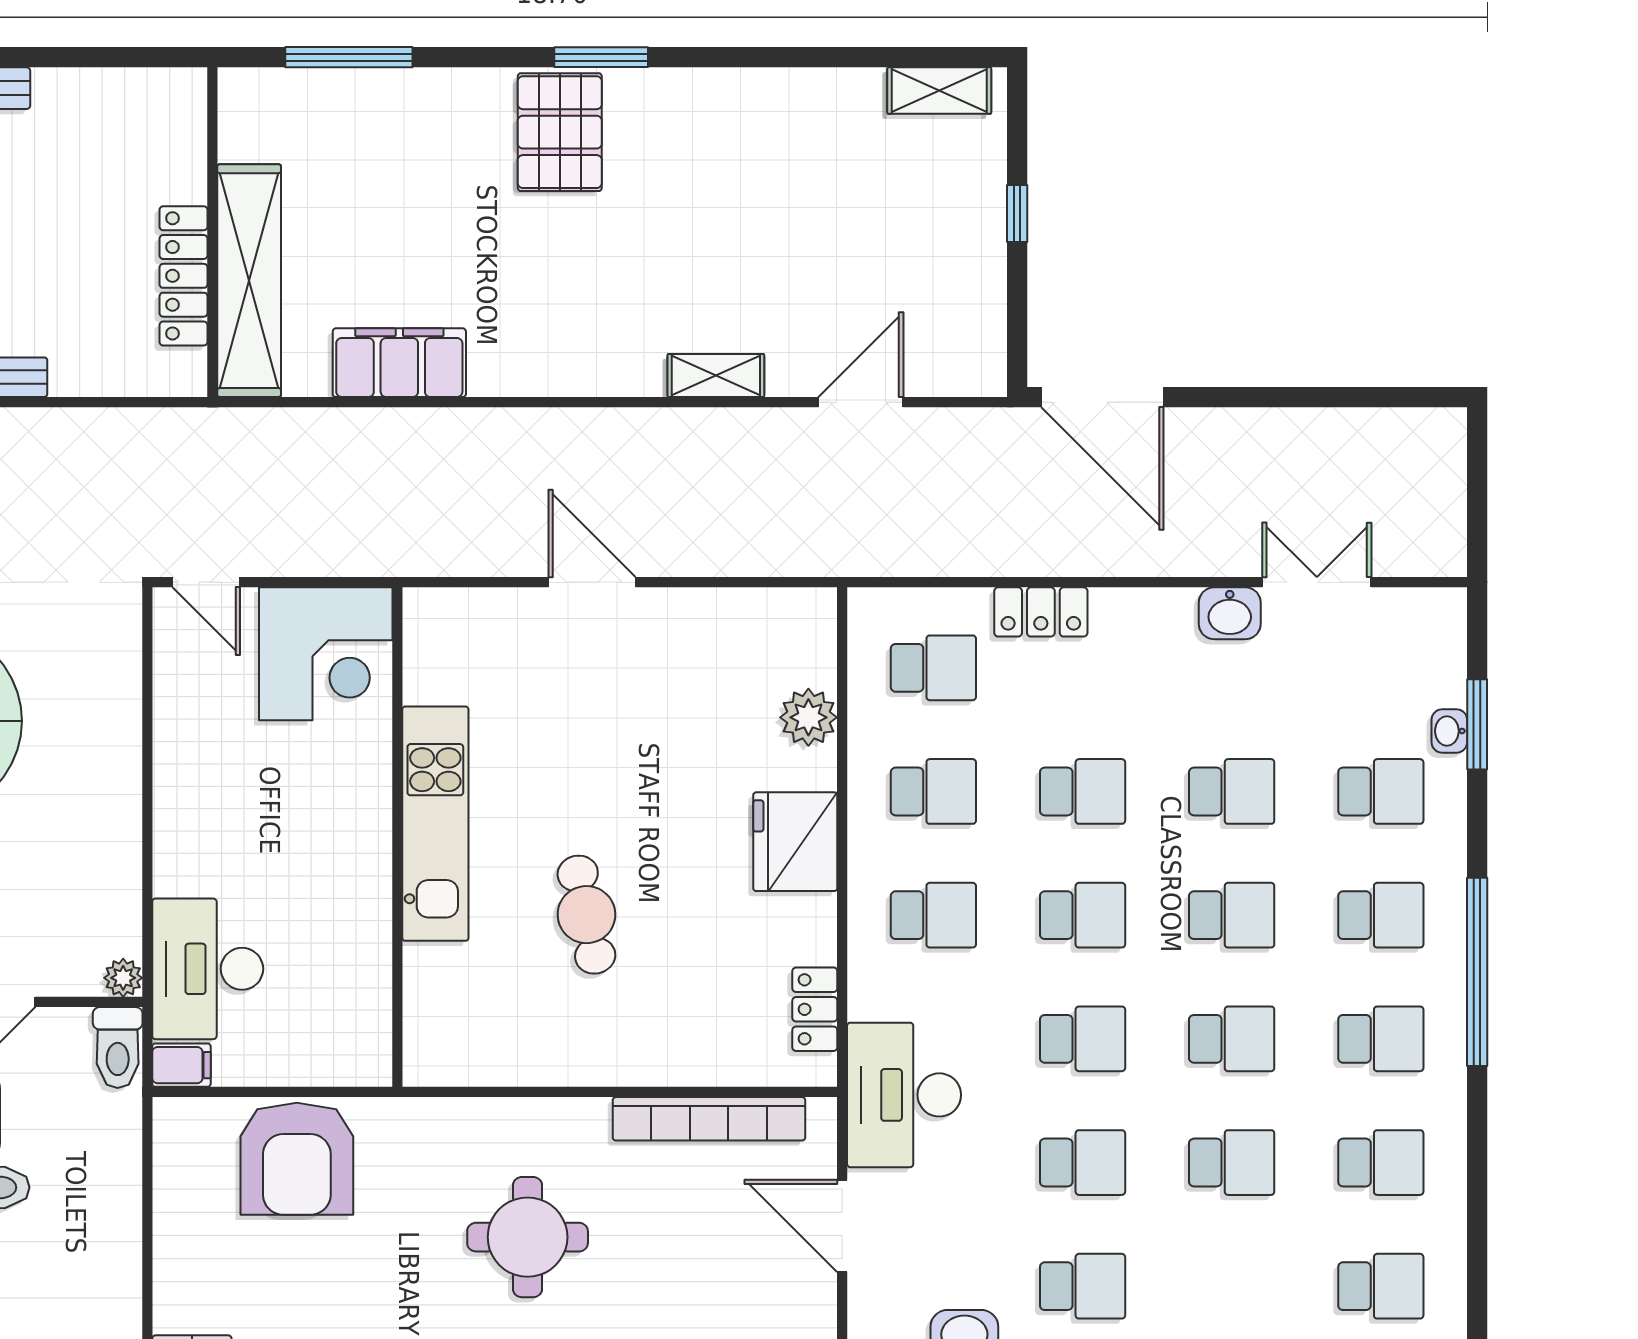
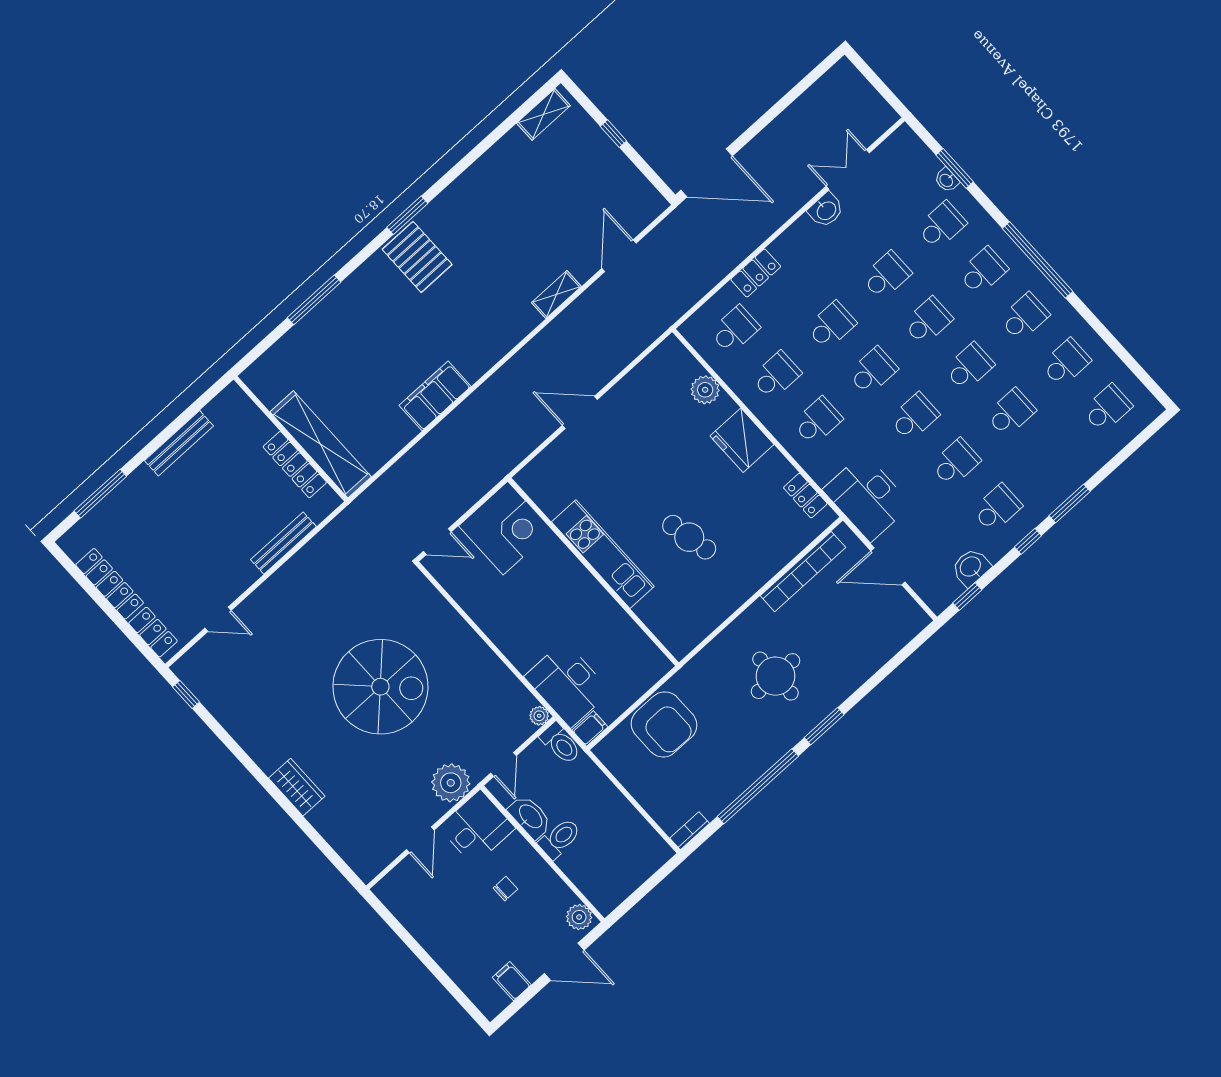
wall: (212, 232) -> (291, 439), moved
locker: (183, 276) -> (295, 465), moved
shelving: (249, 281) -> (321, 444), moved

